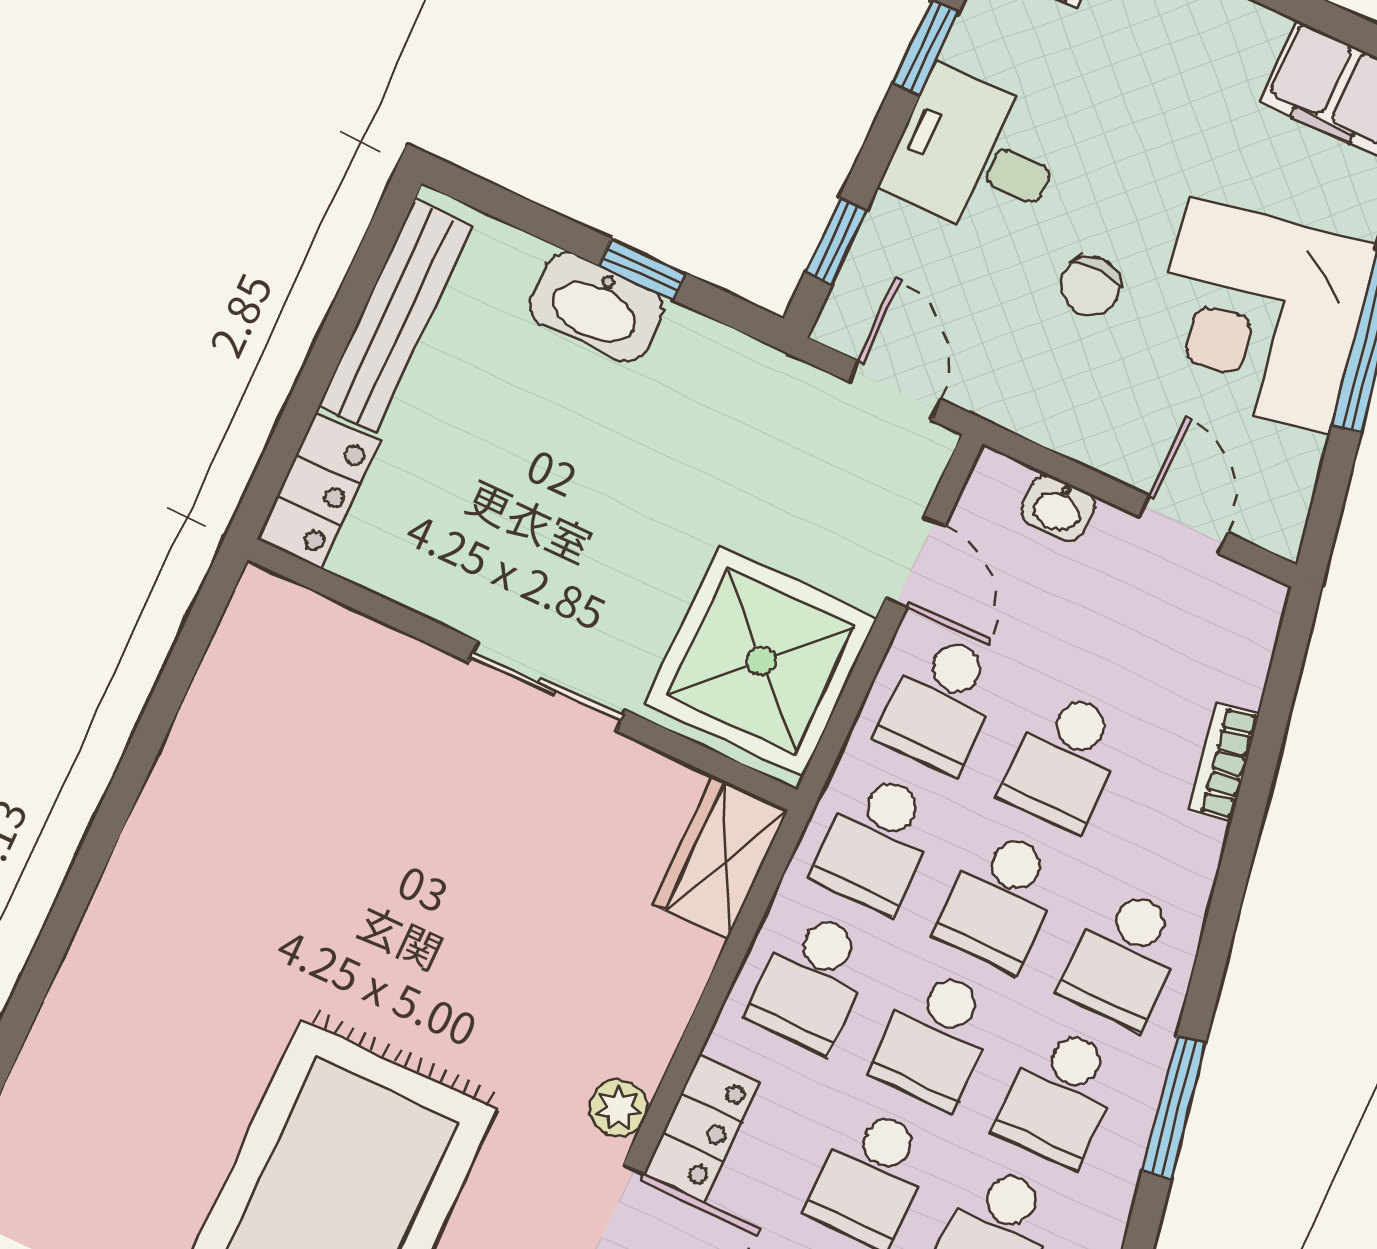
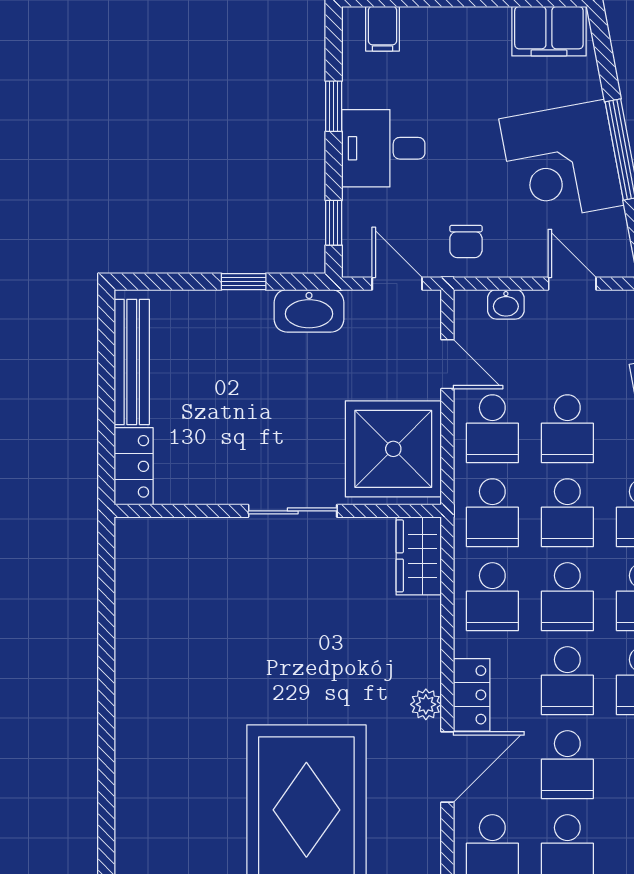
chair: (1090, 286) -> (466, 242), moved
washbasin: (597, 307) -> (309, 311), moved

